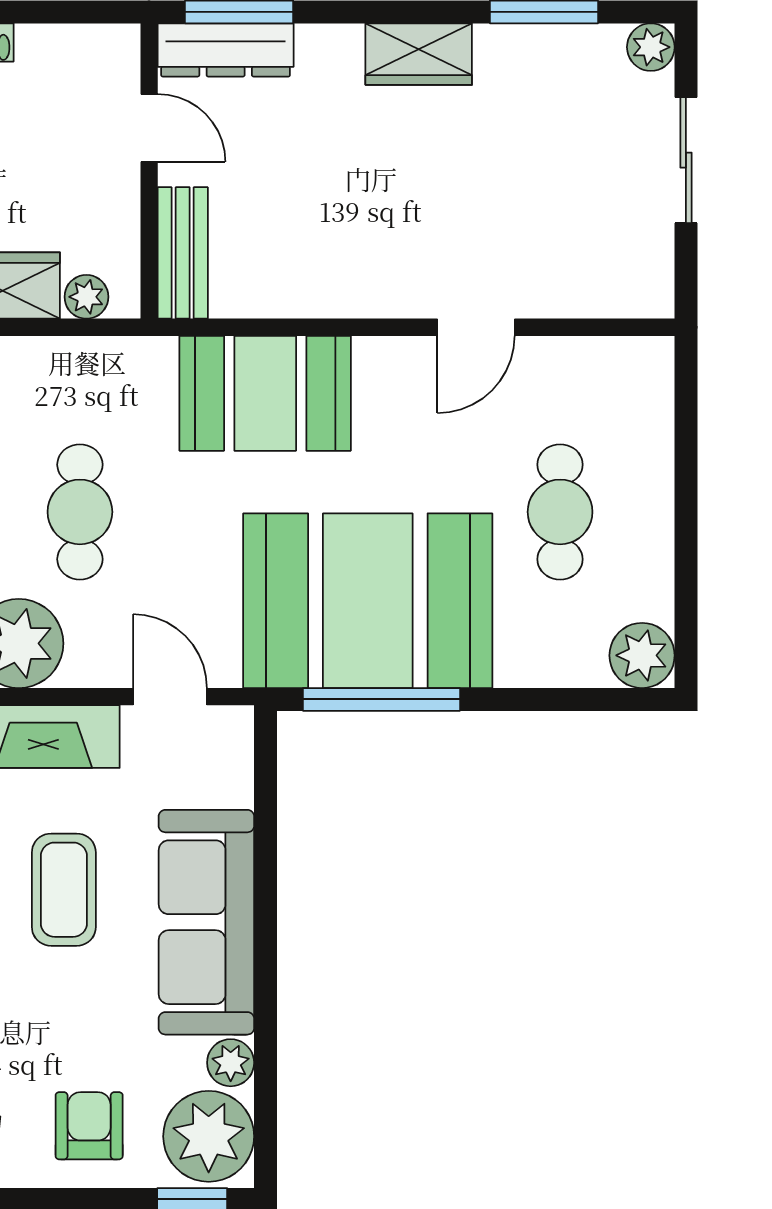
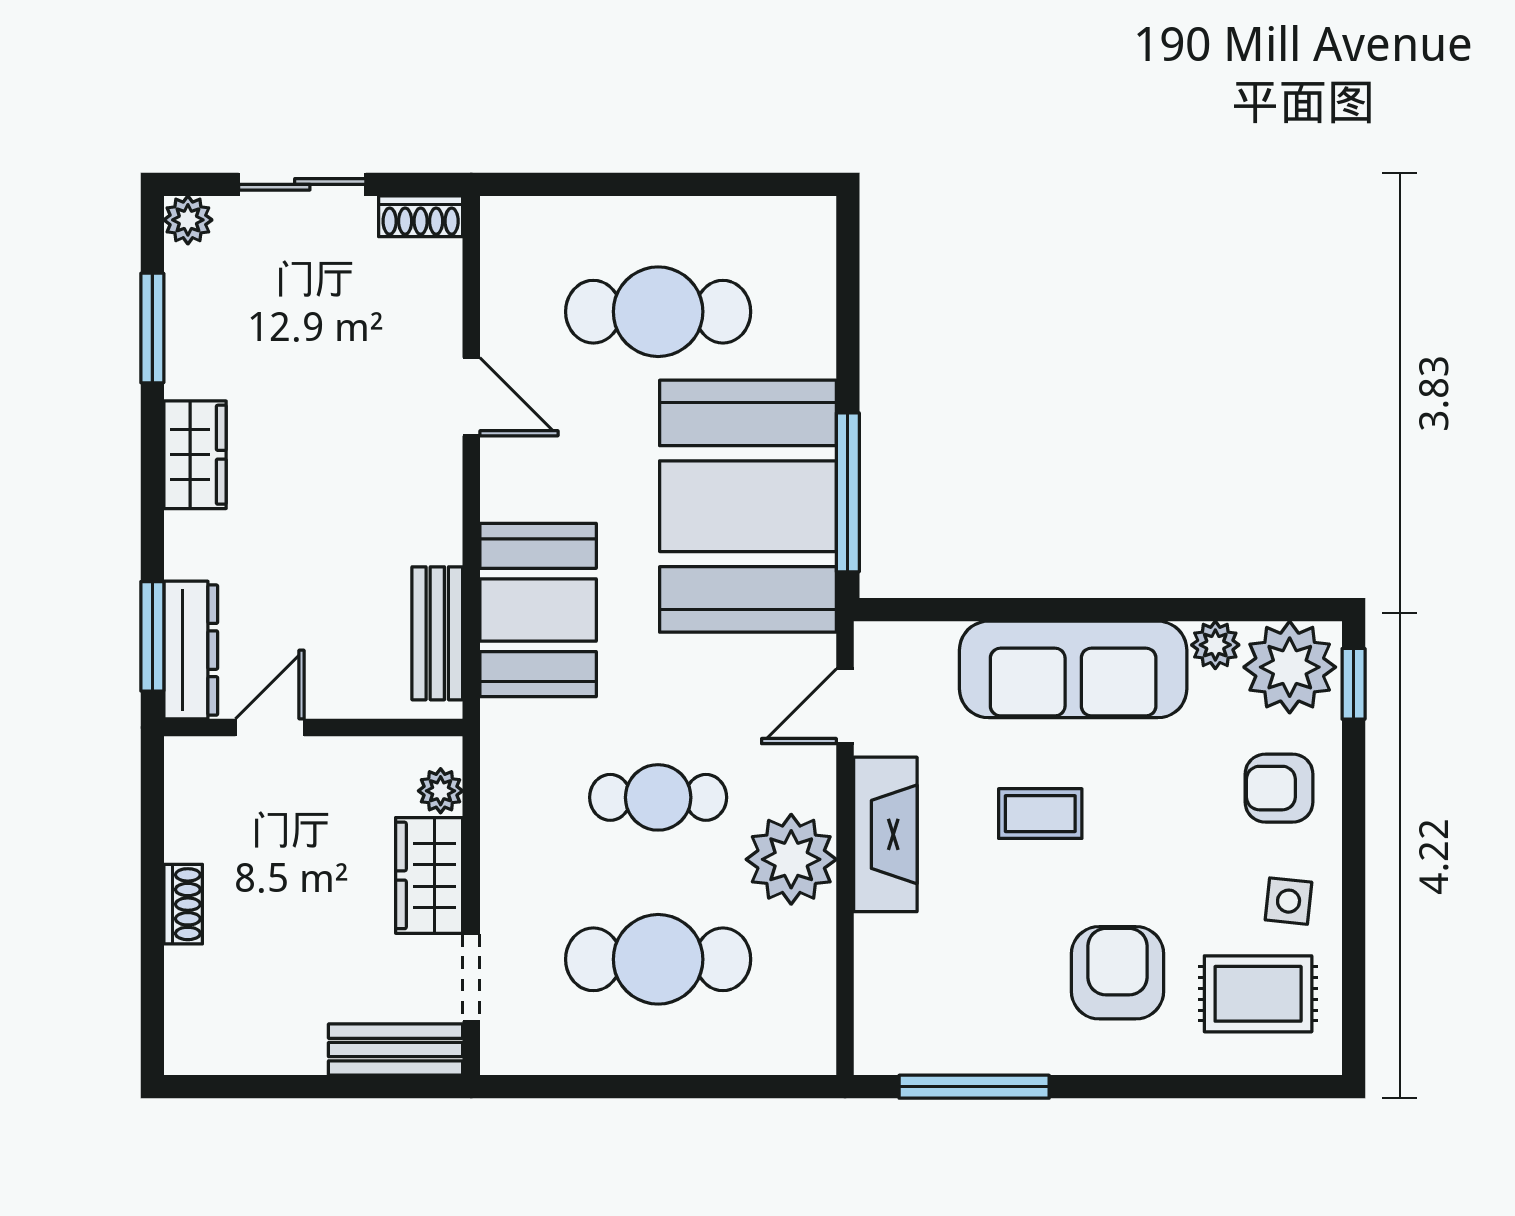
bench: (183, 253) -> (437, 633), moved, turned 90
shoe rack: (654, 277) -> (421, 216), added
cafe table: (560, 512) -> (658, 312), width x1.37, depth x1.35
plant: (642, 655) -> (803, 229), removed
coffee table: (64, 890) -> (1040, 814), width x0.73, depth x0.77

